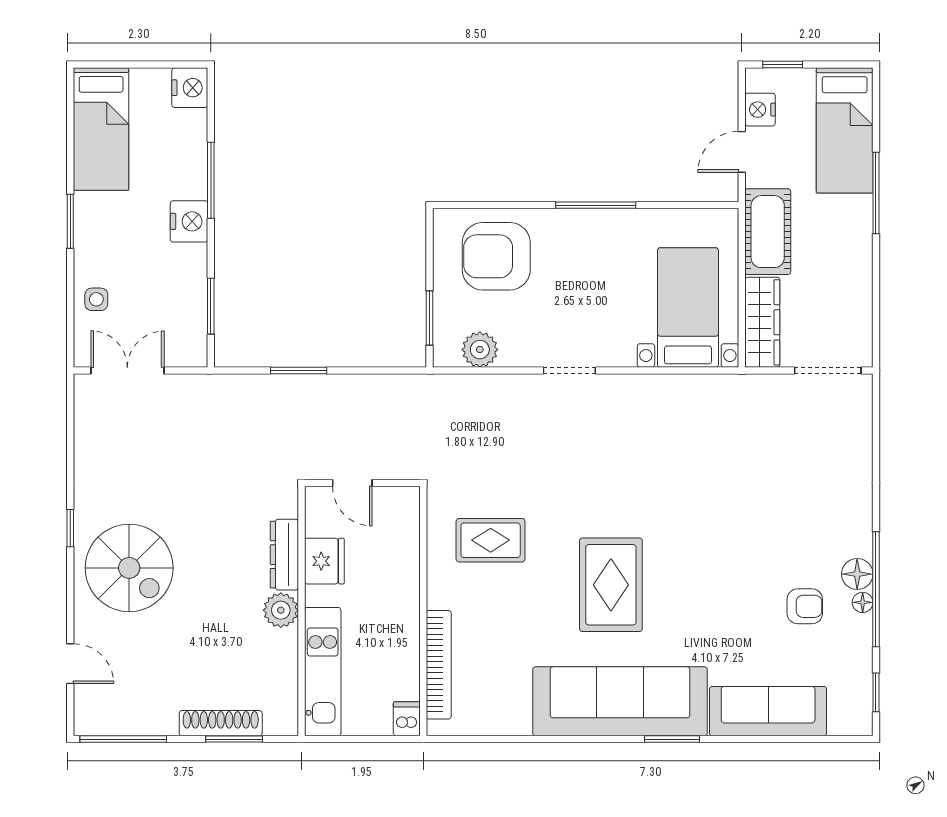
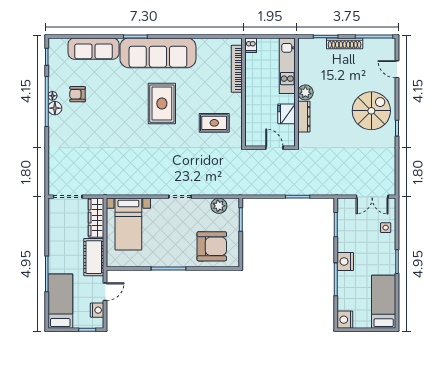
spiral stairs: (129, 568) -> (371, 111), turned 90
shoe rack: (221, 723) -> (345, 43), moved

